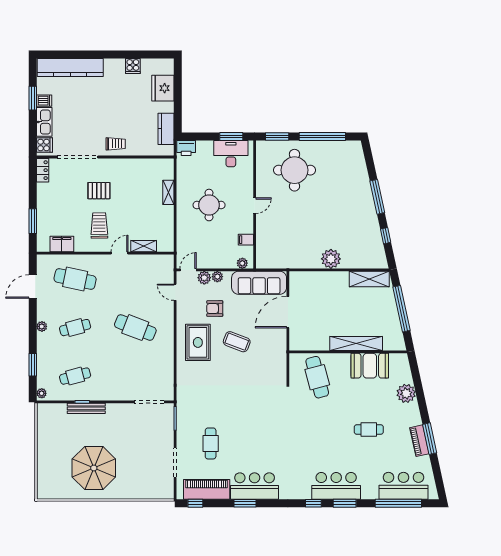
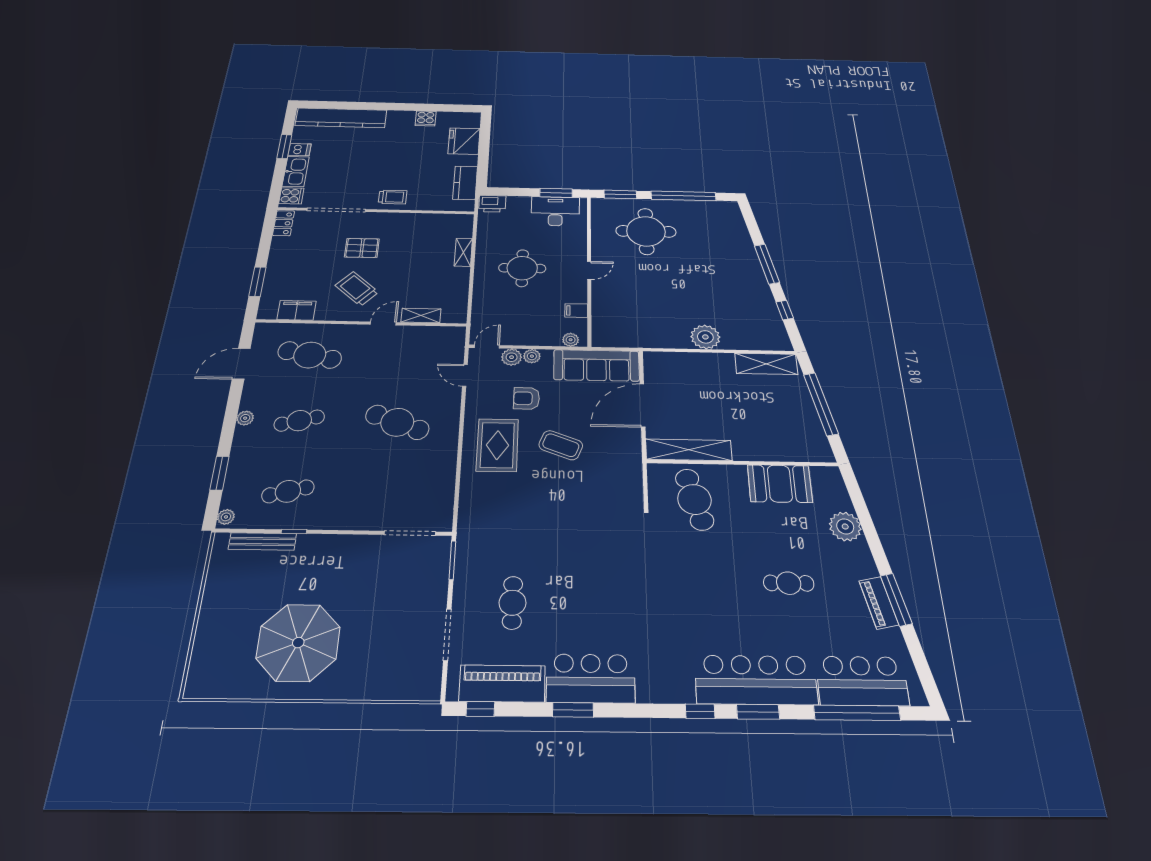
trolley: (99, 225) -> (357, 289), turned -47
shelving: (356, 343) -> (689, 450), moved
bench: (86, 408) -> (262, 542), moved
bar counter: (336, 486) -> (756, 680), width x1.36

